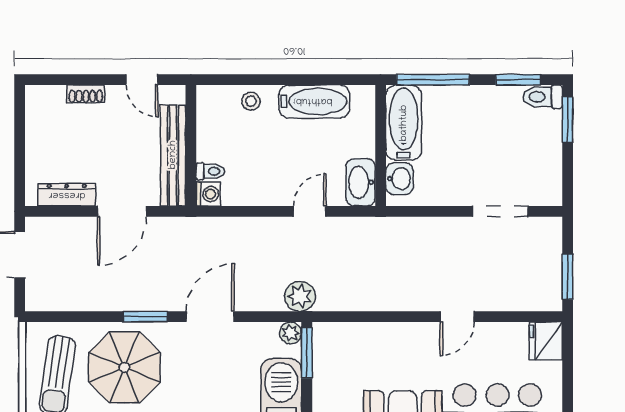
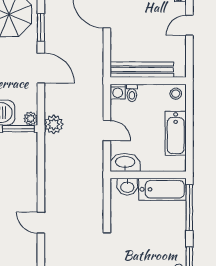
wall: (191, 145) -> (148, 81), moved
bench: (173, 155) -> (142, 70), moved
toilet: (210, 171) -> (132, 93), moved
washing machine: (208, 194) -> (118, 92), moved

